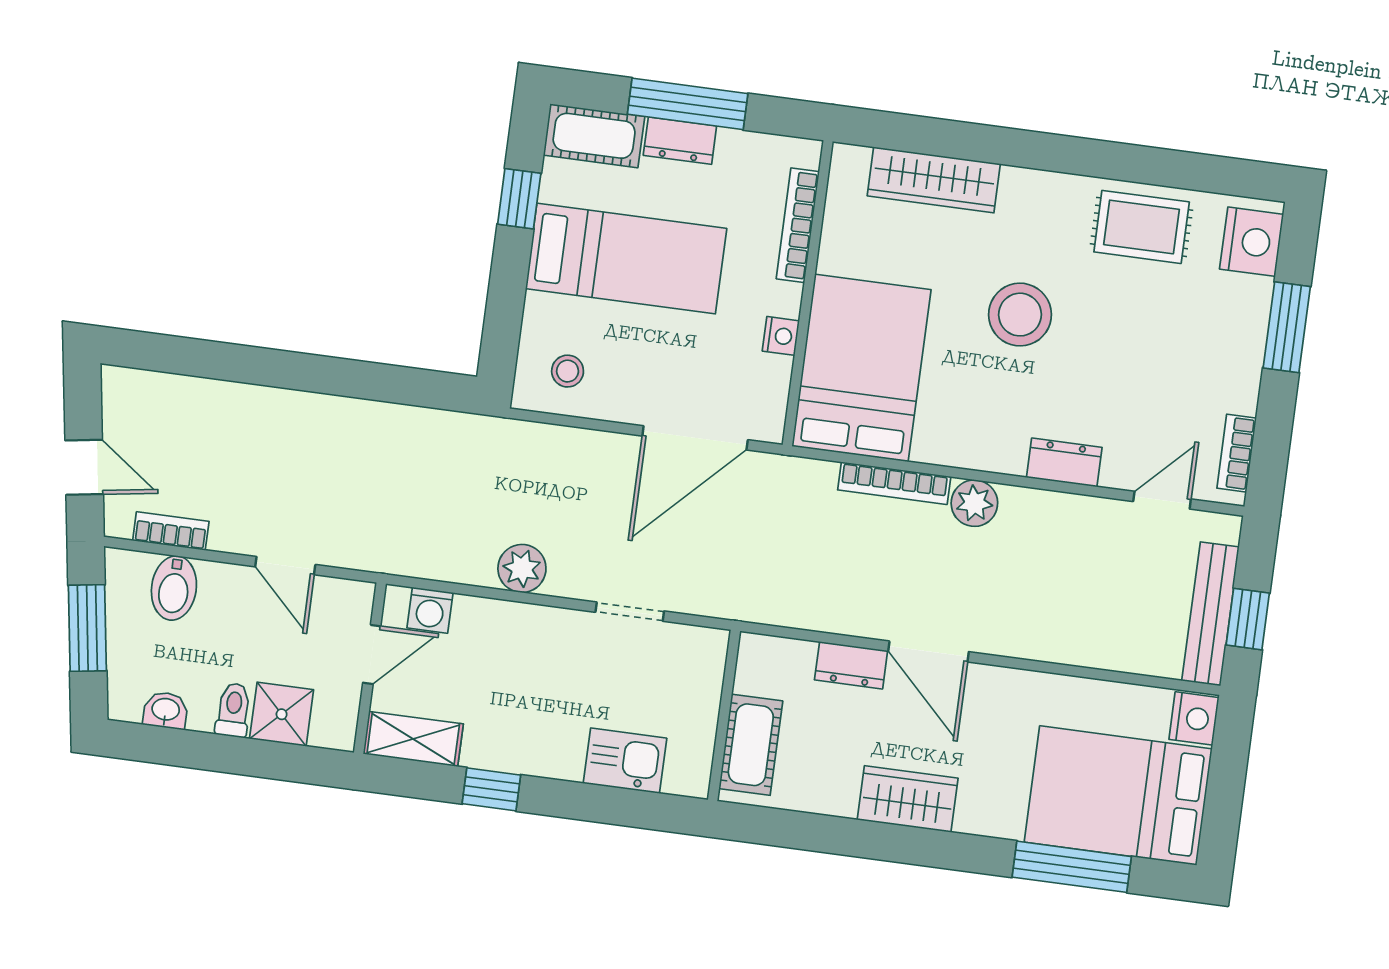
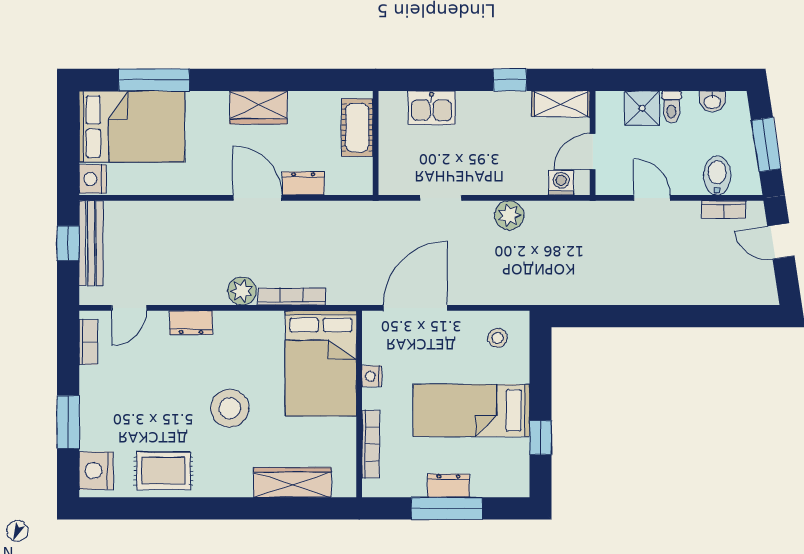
cot: (594, 136) -> (501, 482), removed

